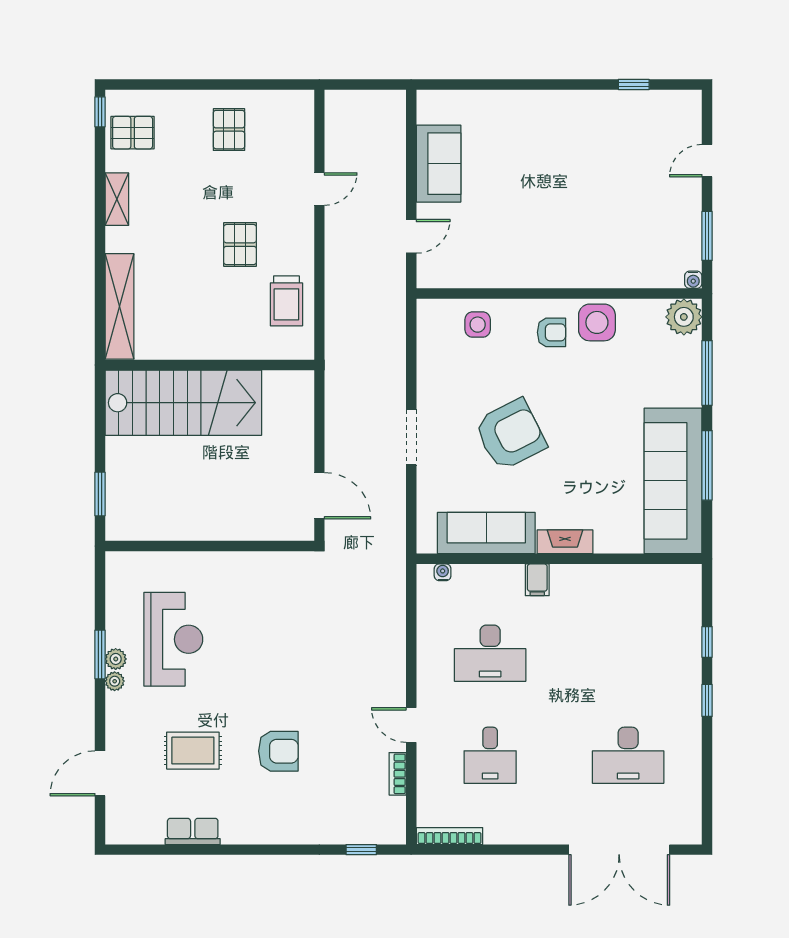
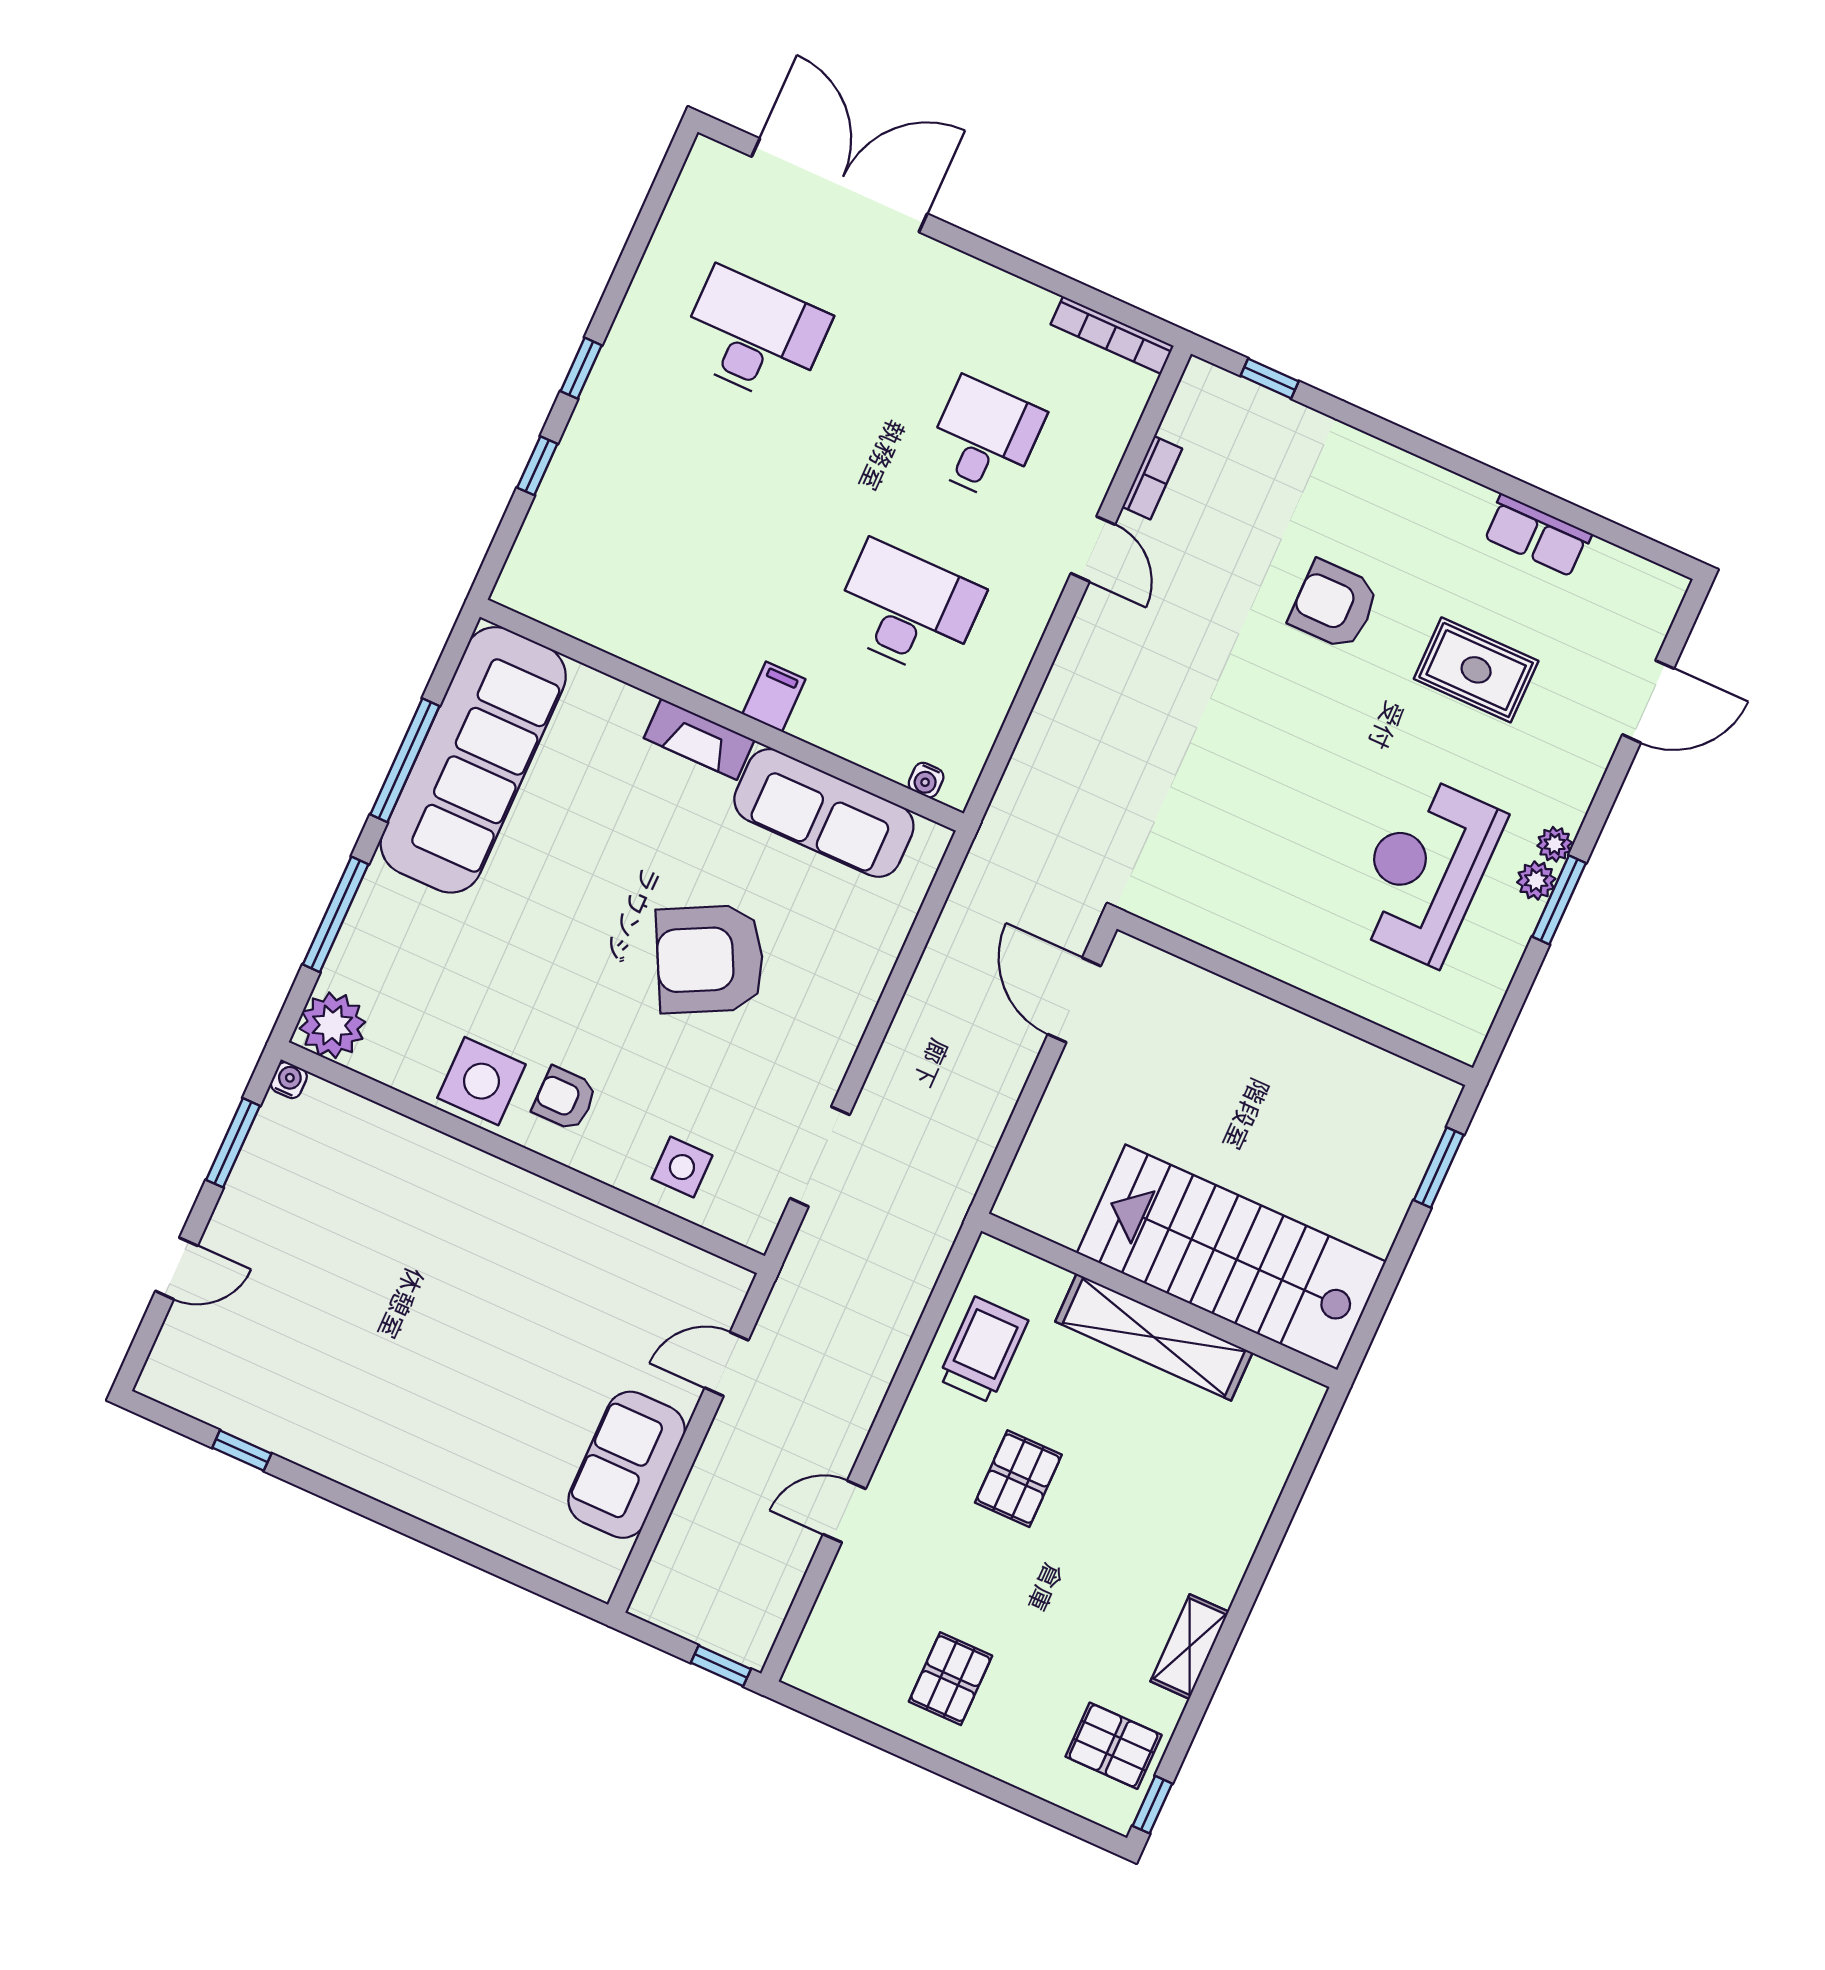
window: (346, 84) -> (721, 1666), added
shelving: (120, 306) -> (1154, 1337), moved, turned 90
doorway: (411, 437) -> (820, 1157), moved

